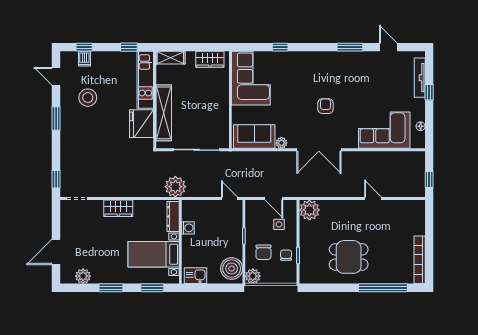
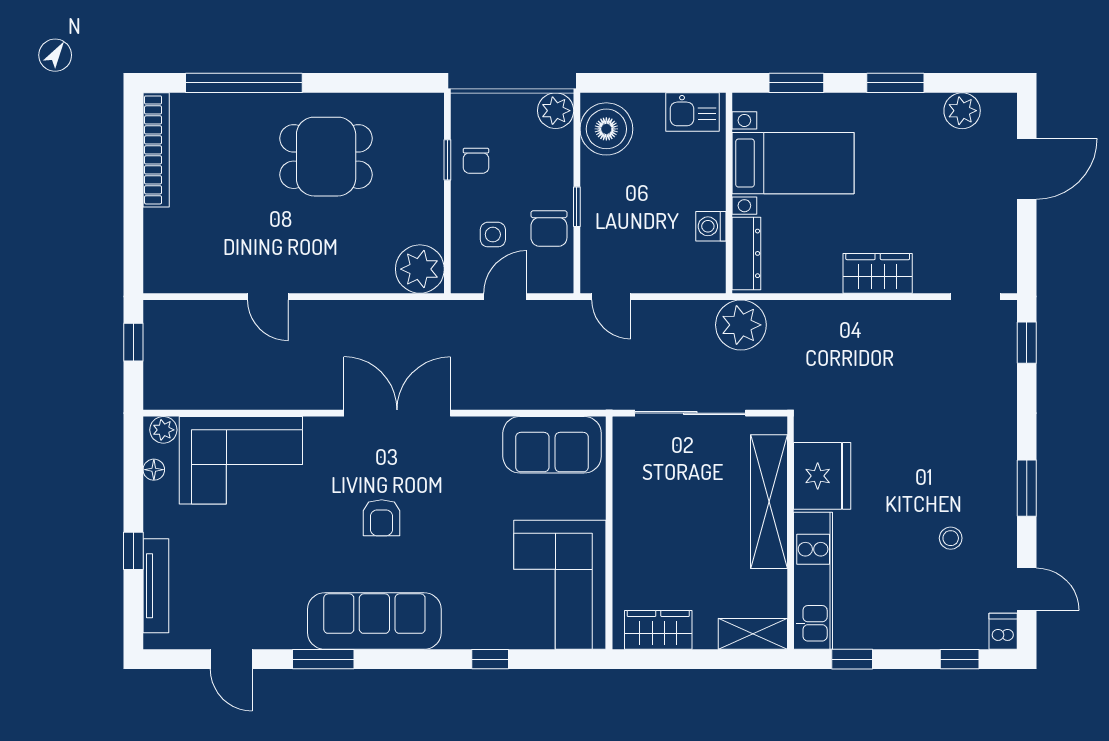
dishwasher: (84, 59) -> (1003, 631), moved
sofa: (328, 63) -> (374, 621), added
stool: (88, 98) -> (951, 538), width x0.53, depth x0.53
plant: (281, 143) -> (163, 430), moved
door: (274, 198) -> (505, 297), hinge flipped
chair: (263, 252) -> (549, 229), moved, turned 180

